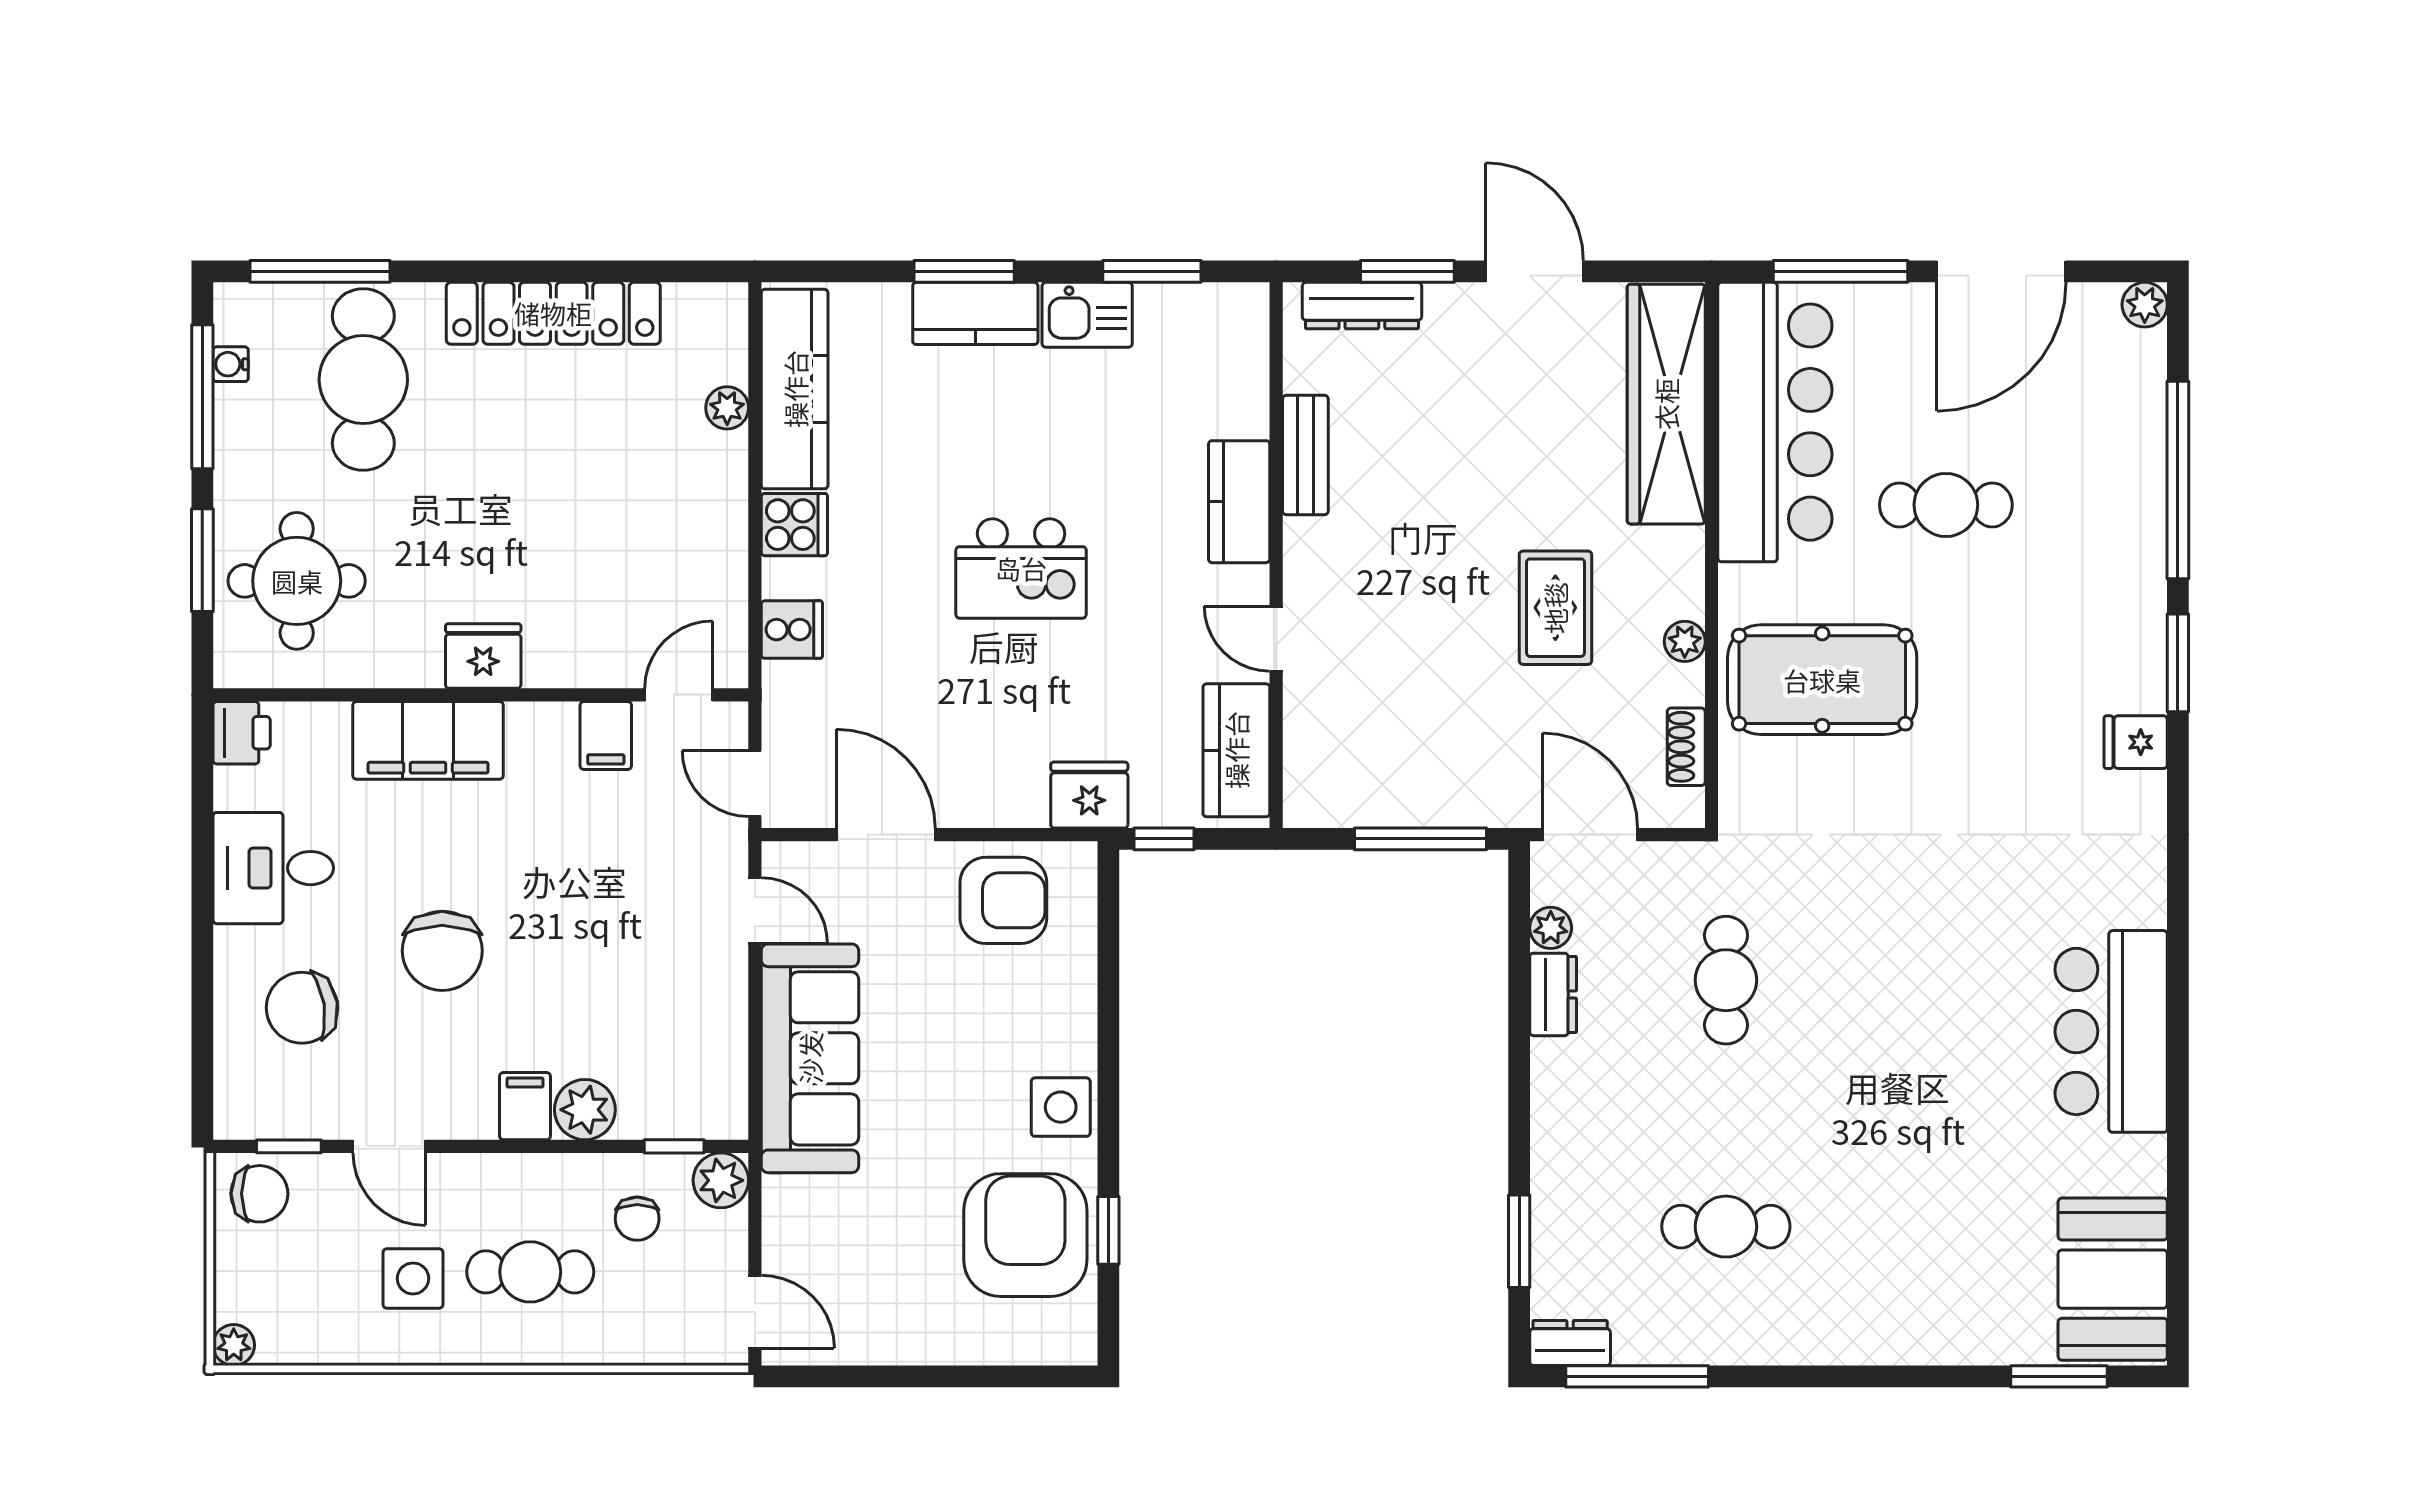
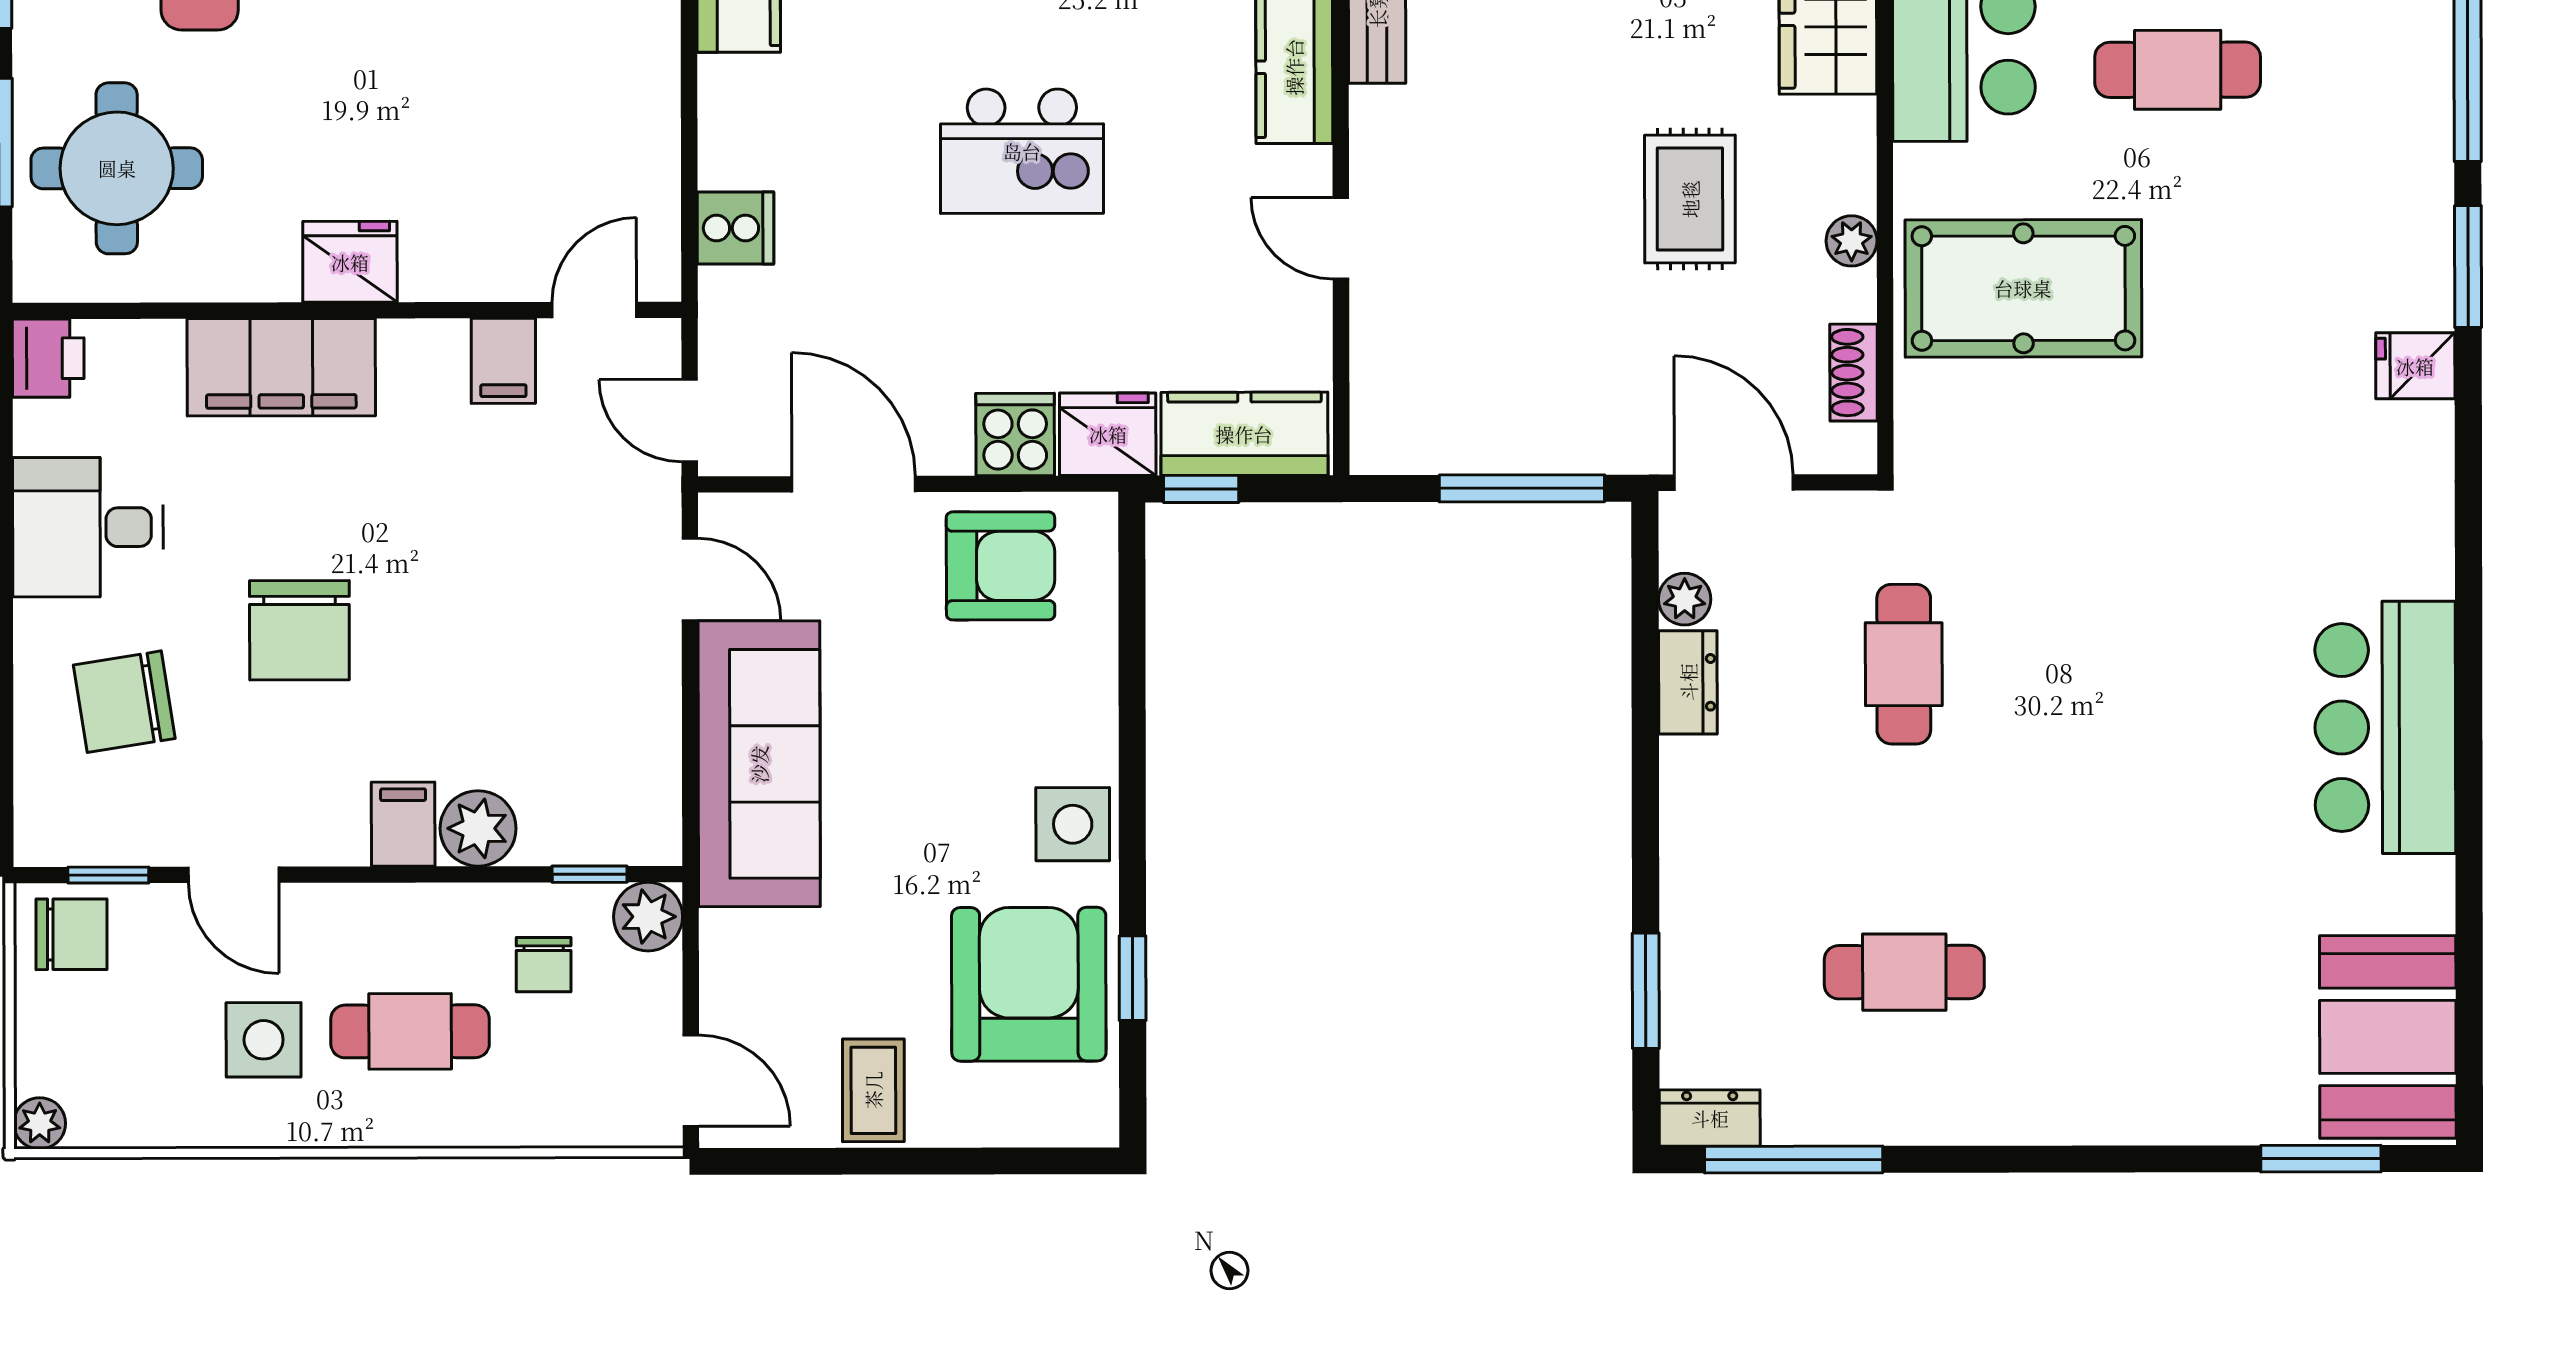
cooker: (794, 525) -> (1015, 435), moved, turned -90
kitchen counter: (1236, 750) -> (1244, 434), moved, turned 90
coffee table: (901, 1320) -> (873, 1090), added

